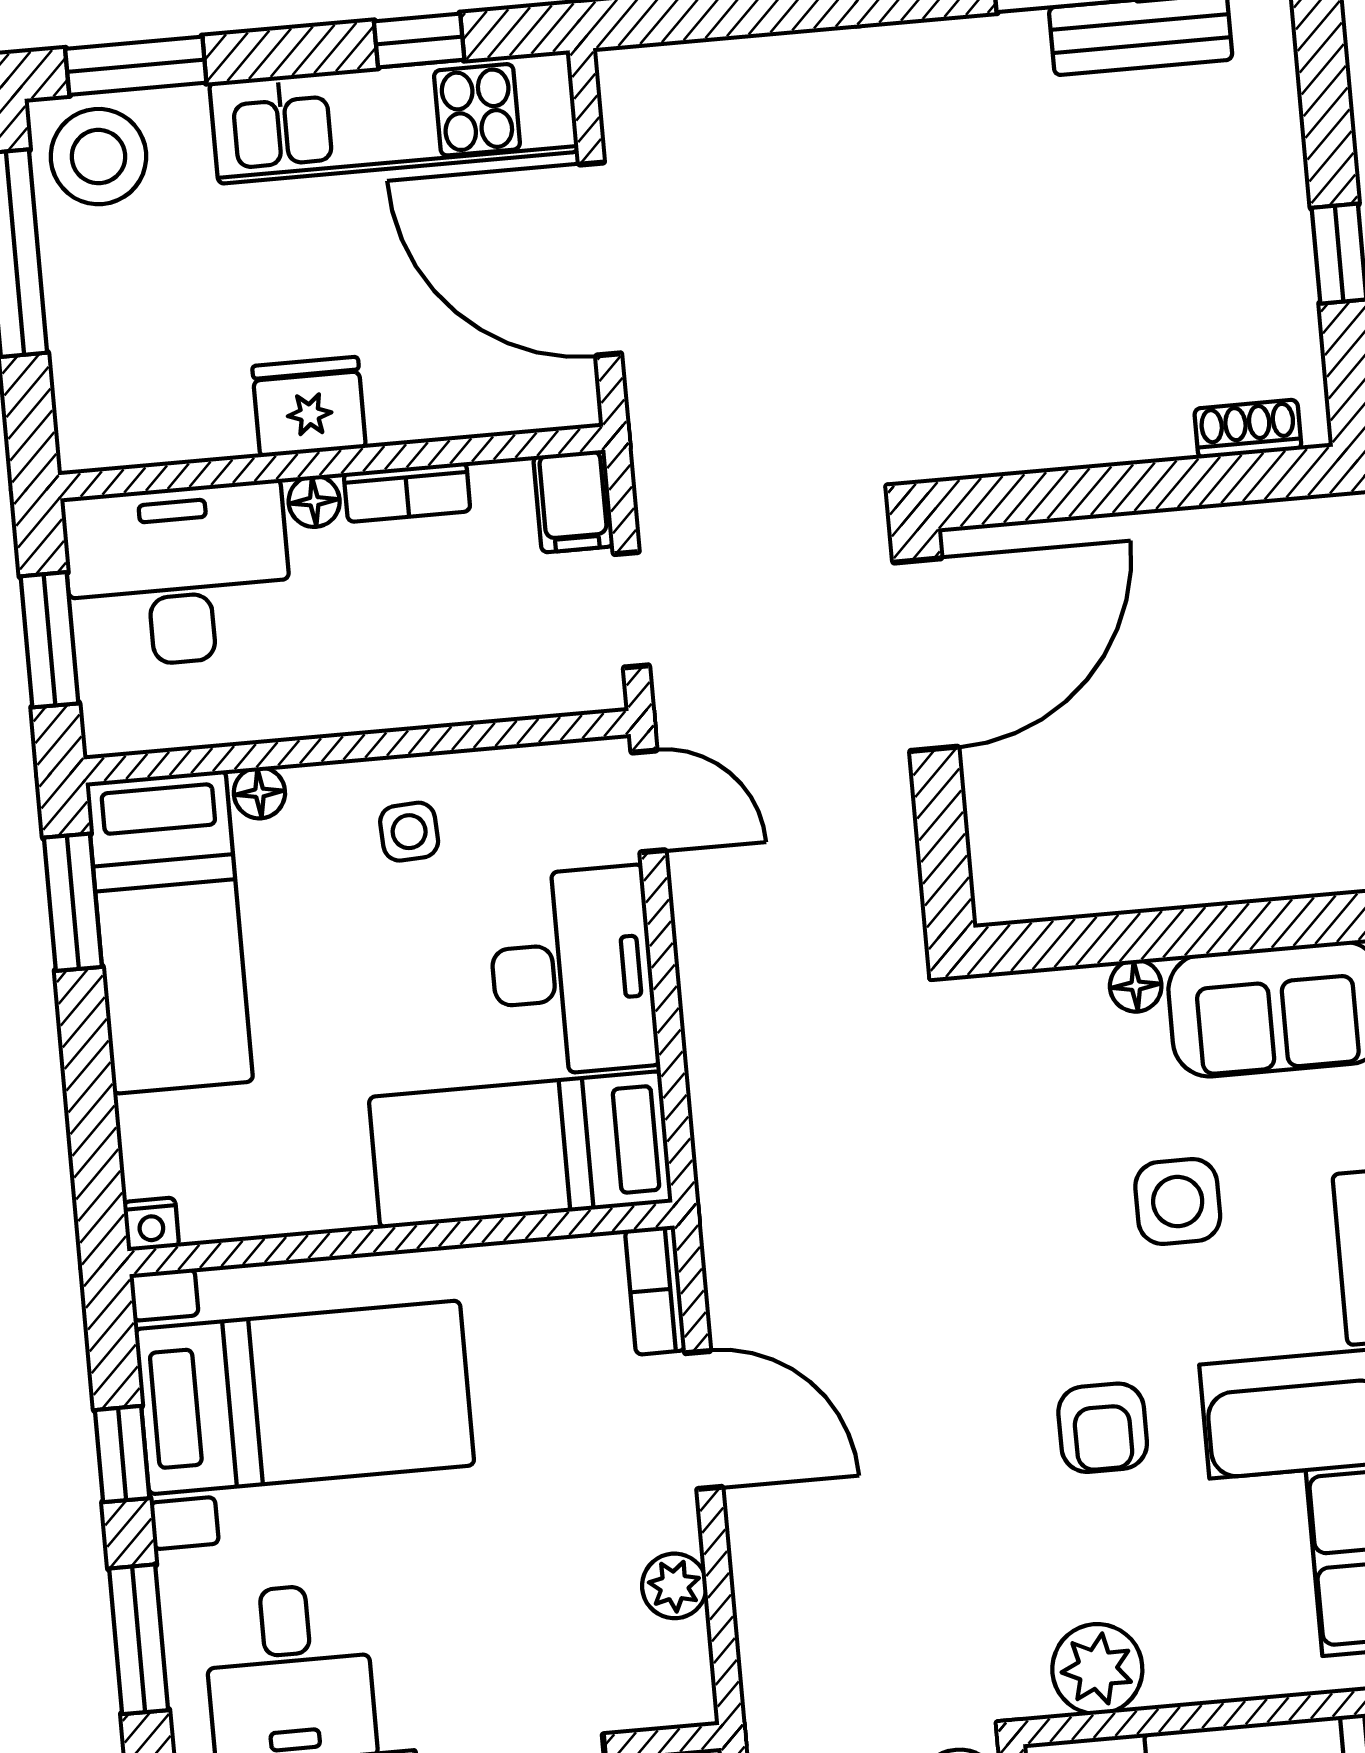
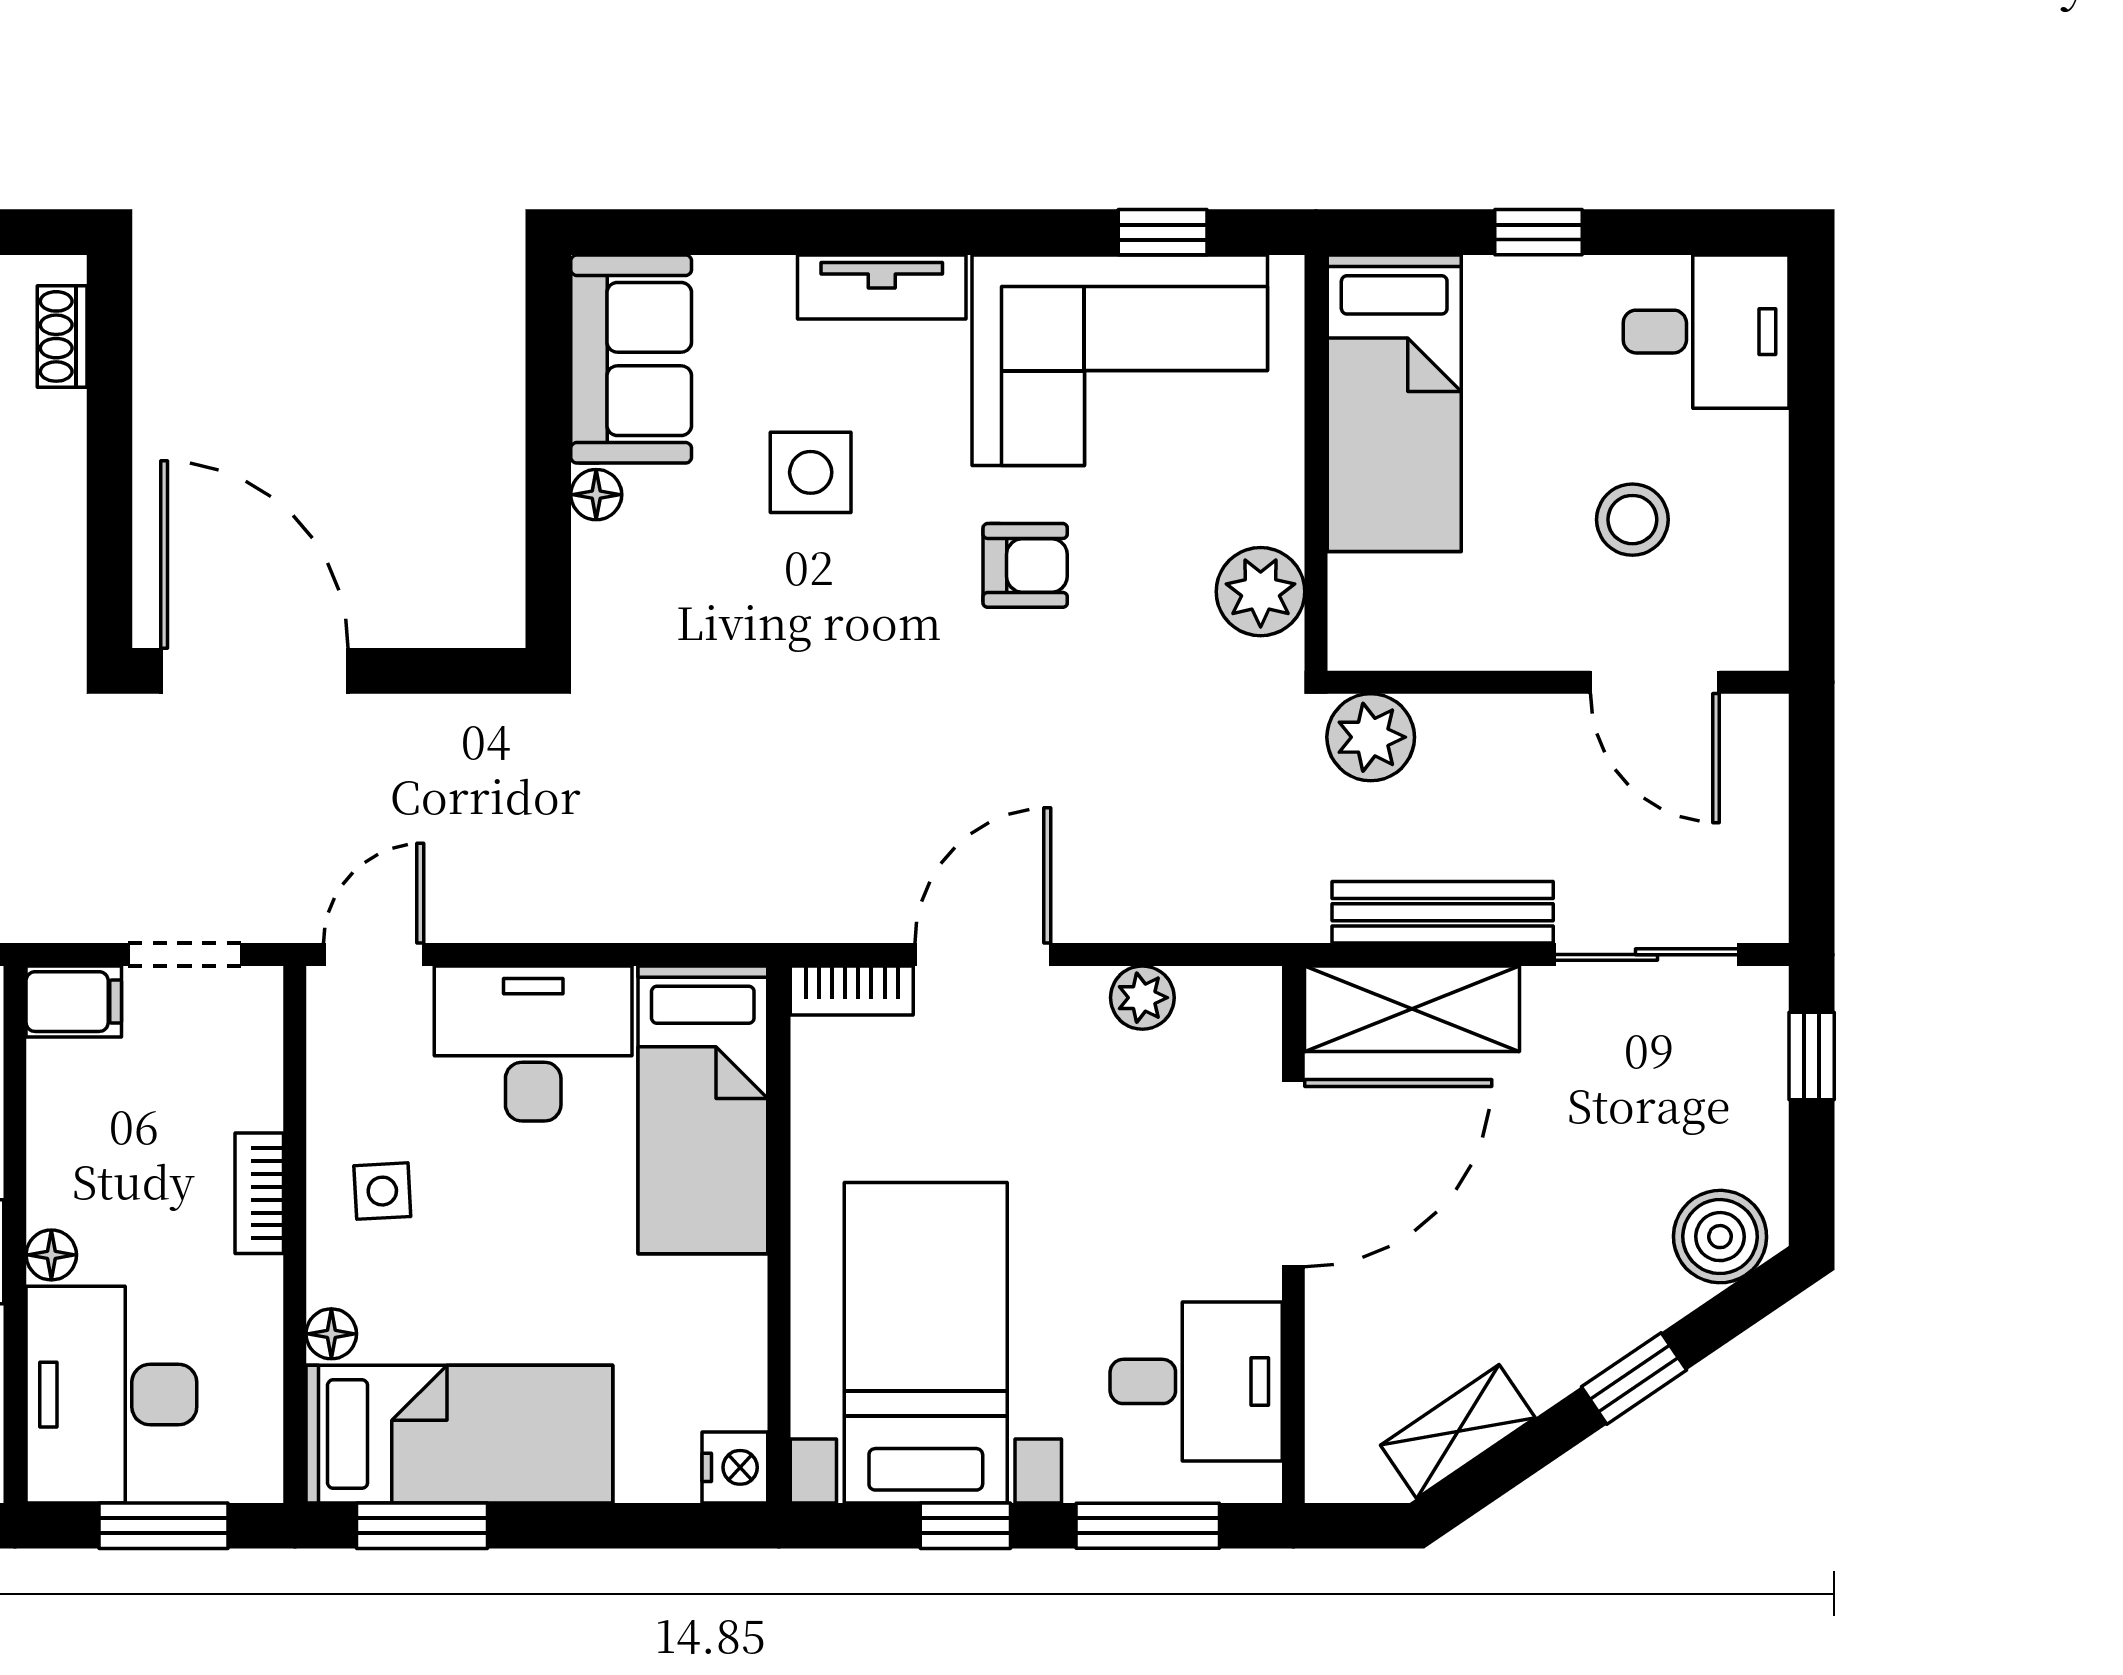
bookcase: (407, 492) -> (259, 1193), moved, turned 180
nightstand: (151, 1224) -> (735, 1467), width x1.39, depth x1.35

